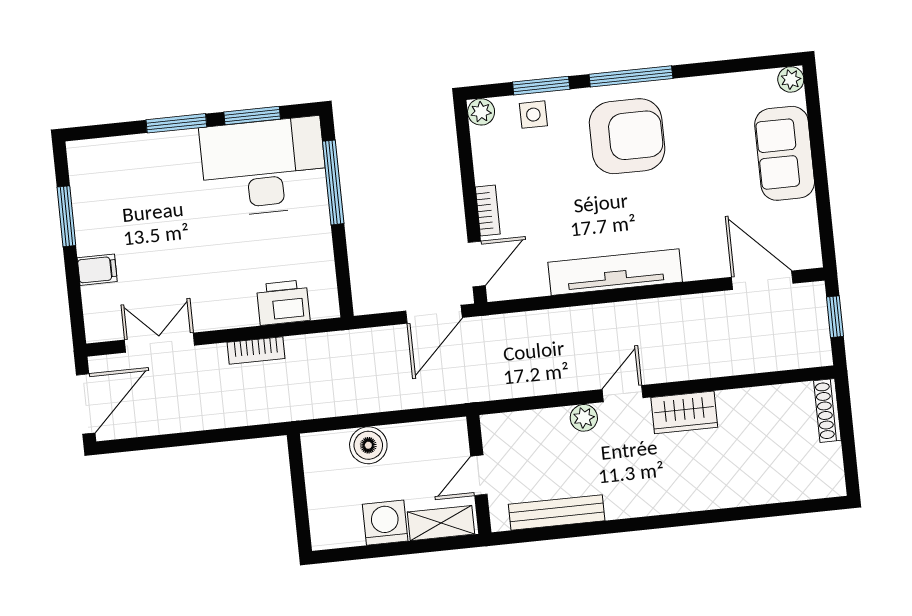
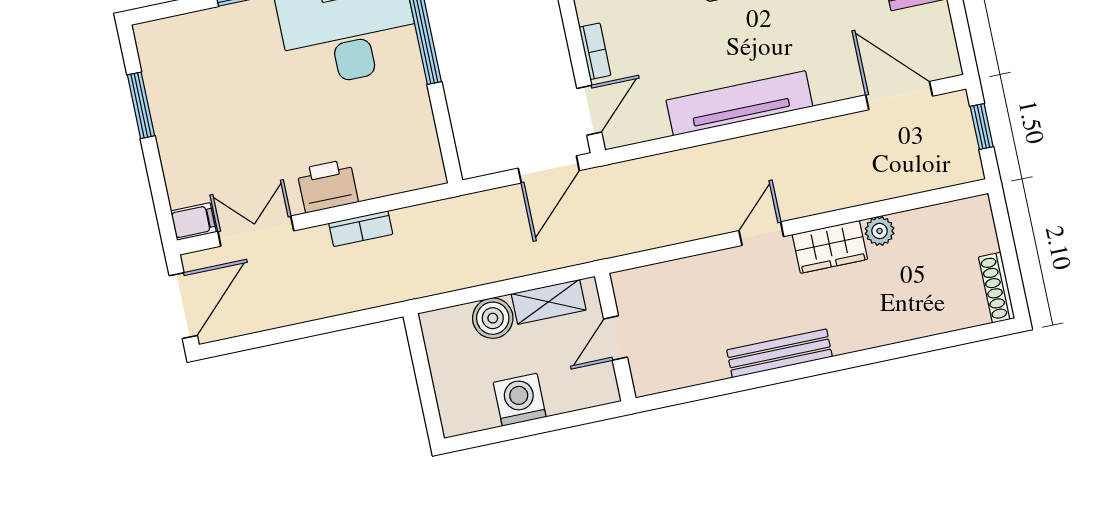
filing cabinet: (97, 270) -> (193, 221), moved
printer: (283, 303) -> (327, 186), moved
shoe rack: (827, 410) -> (997, 288), moved
plant: (584, 418) -> (880, 231), moved
bench: (557, 512) -> (779, 353), moved
shelving: (441, 523) -> (549, 302), moved

